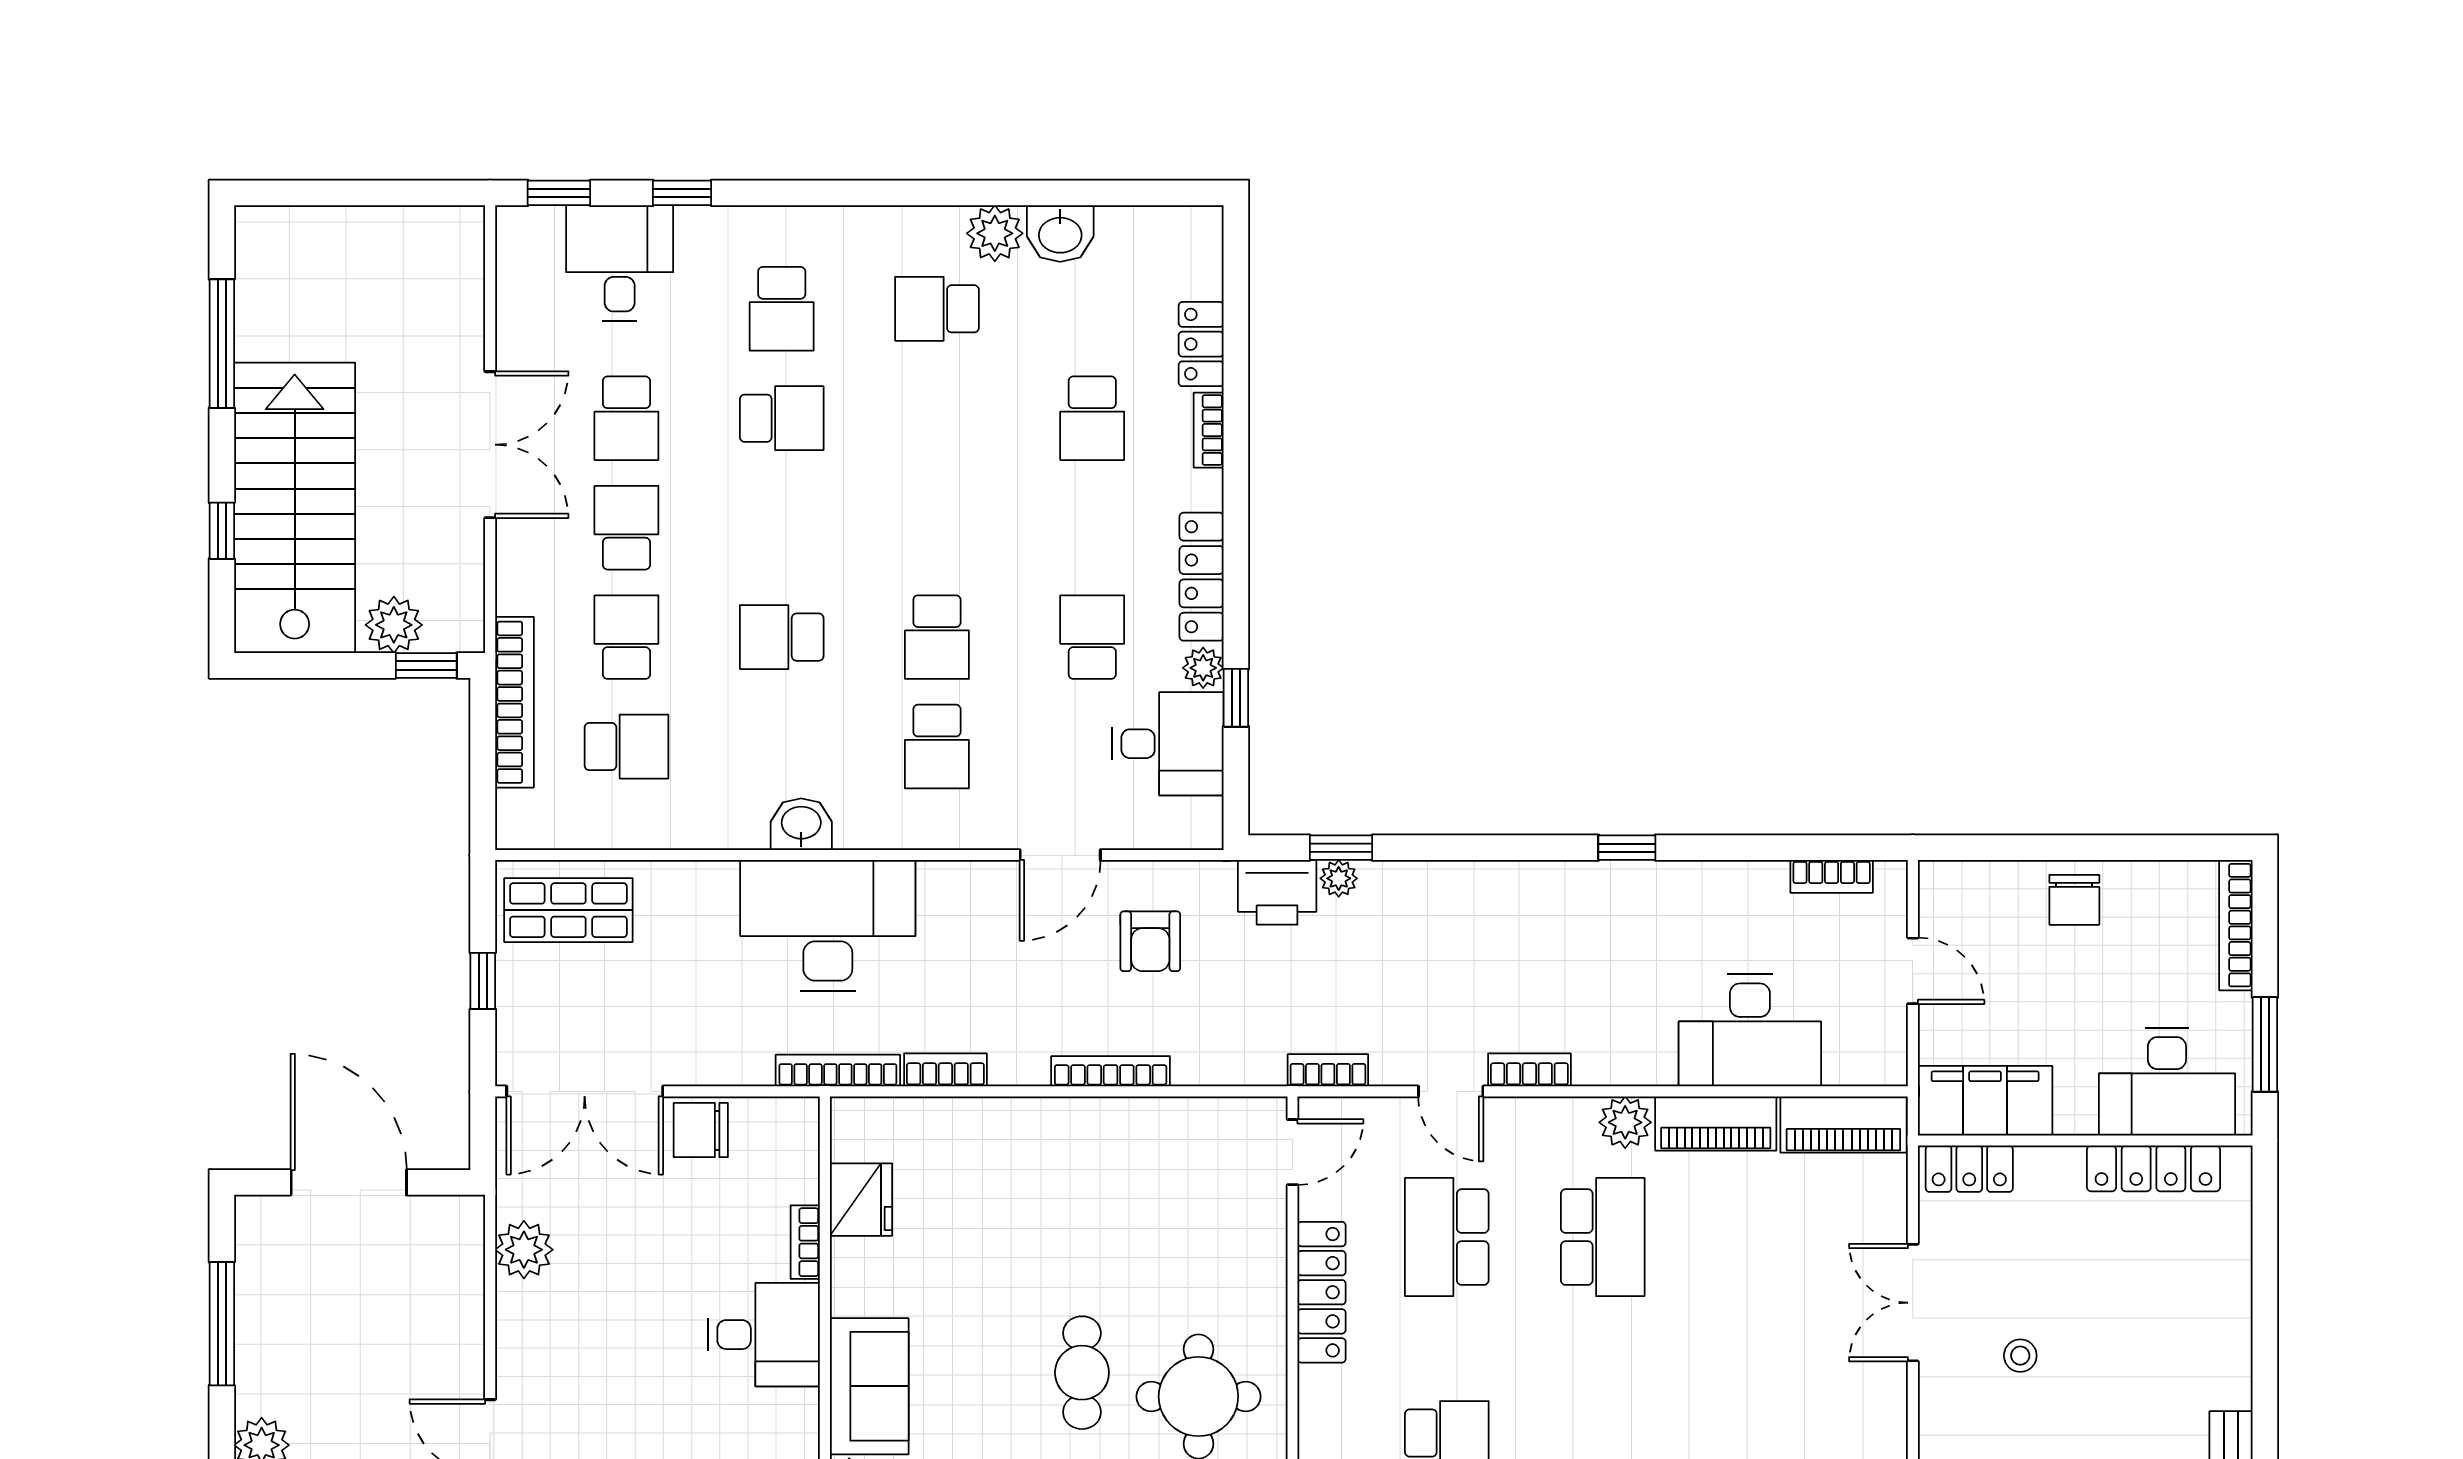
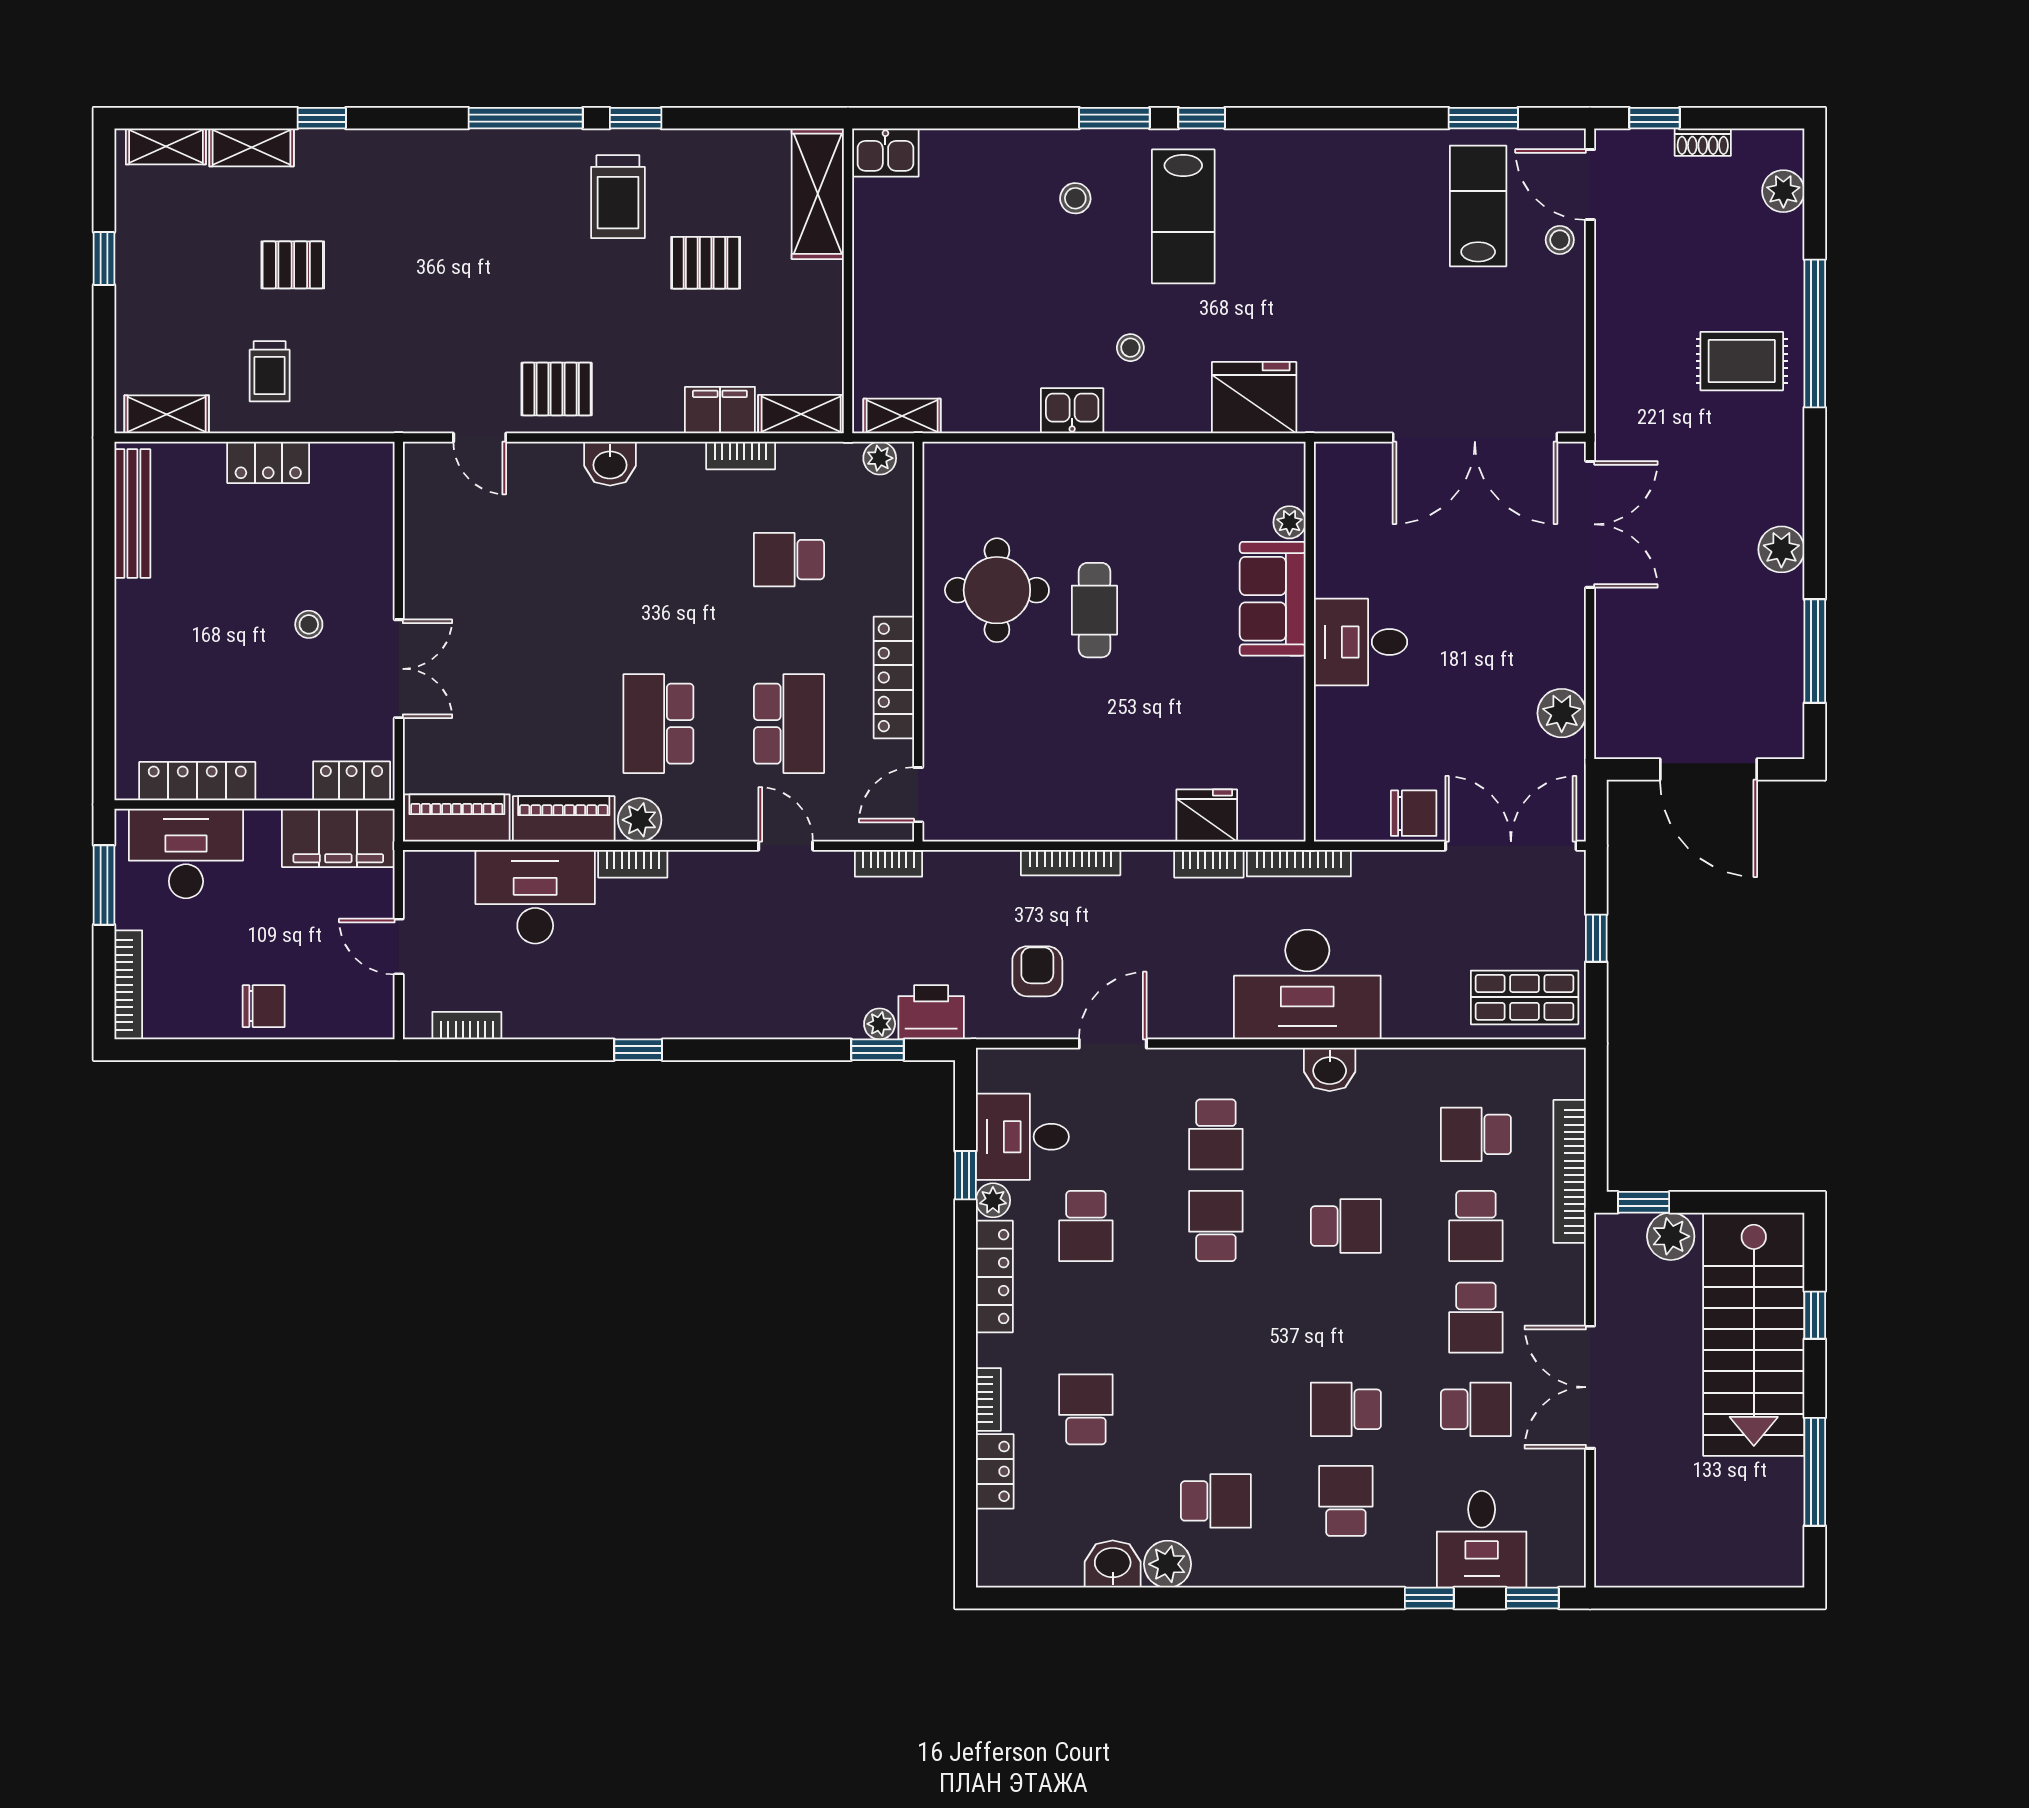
school desk: (626, 418) -> (1476, 1409), turned 90
school desk: (937, 747) -> (1216, 1134), turned 180
chair: (2074, 900) -> (264, 1006), turned 90
bookcase: (1529, 1070) -> (633, 864), moved
fridge: (861, 1200) -> (1207, 815), moved, turned 90
bookcase: (805, 1242) -> (1326, 719), removed

